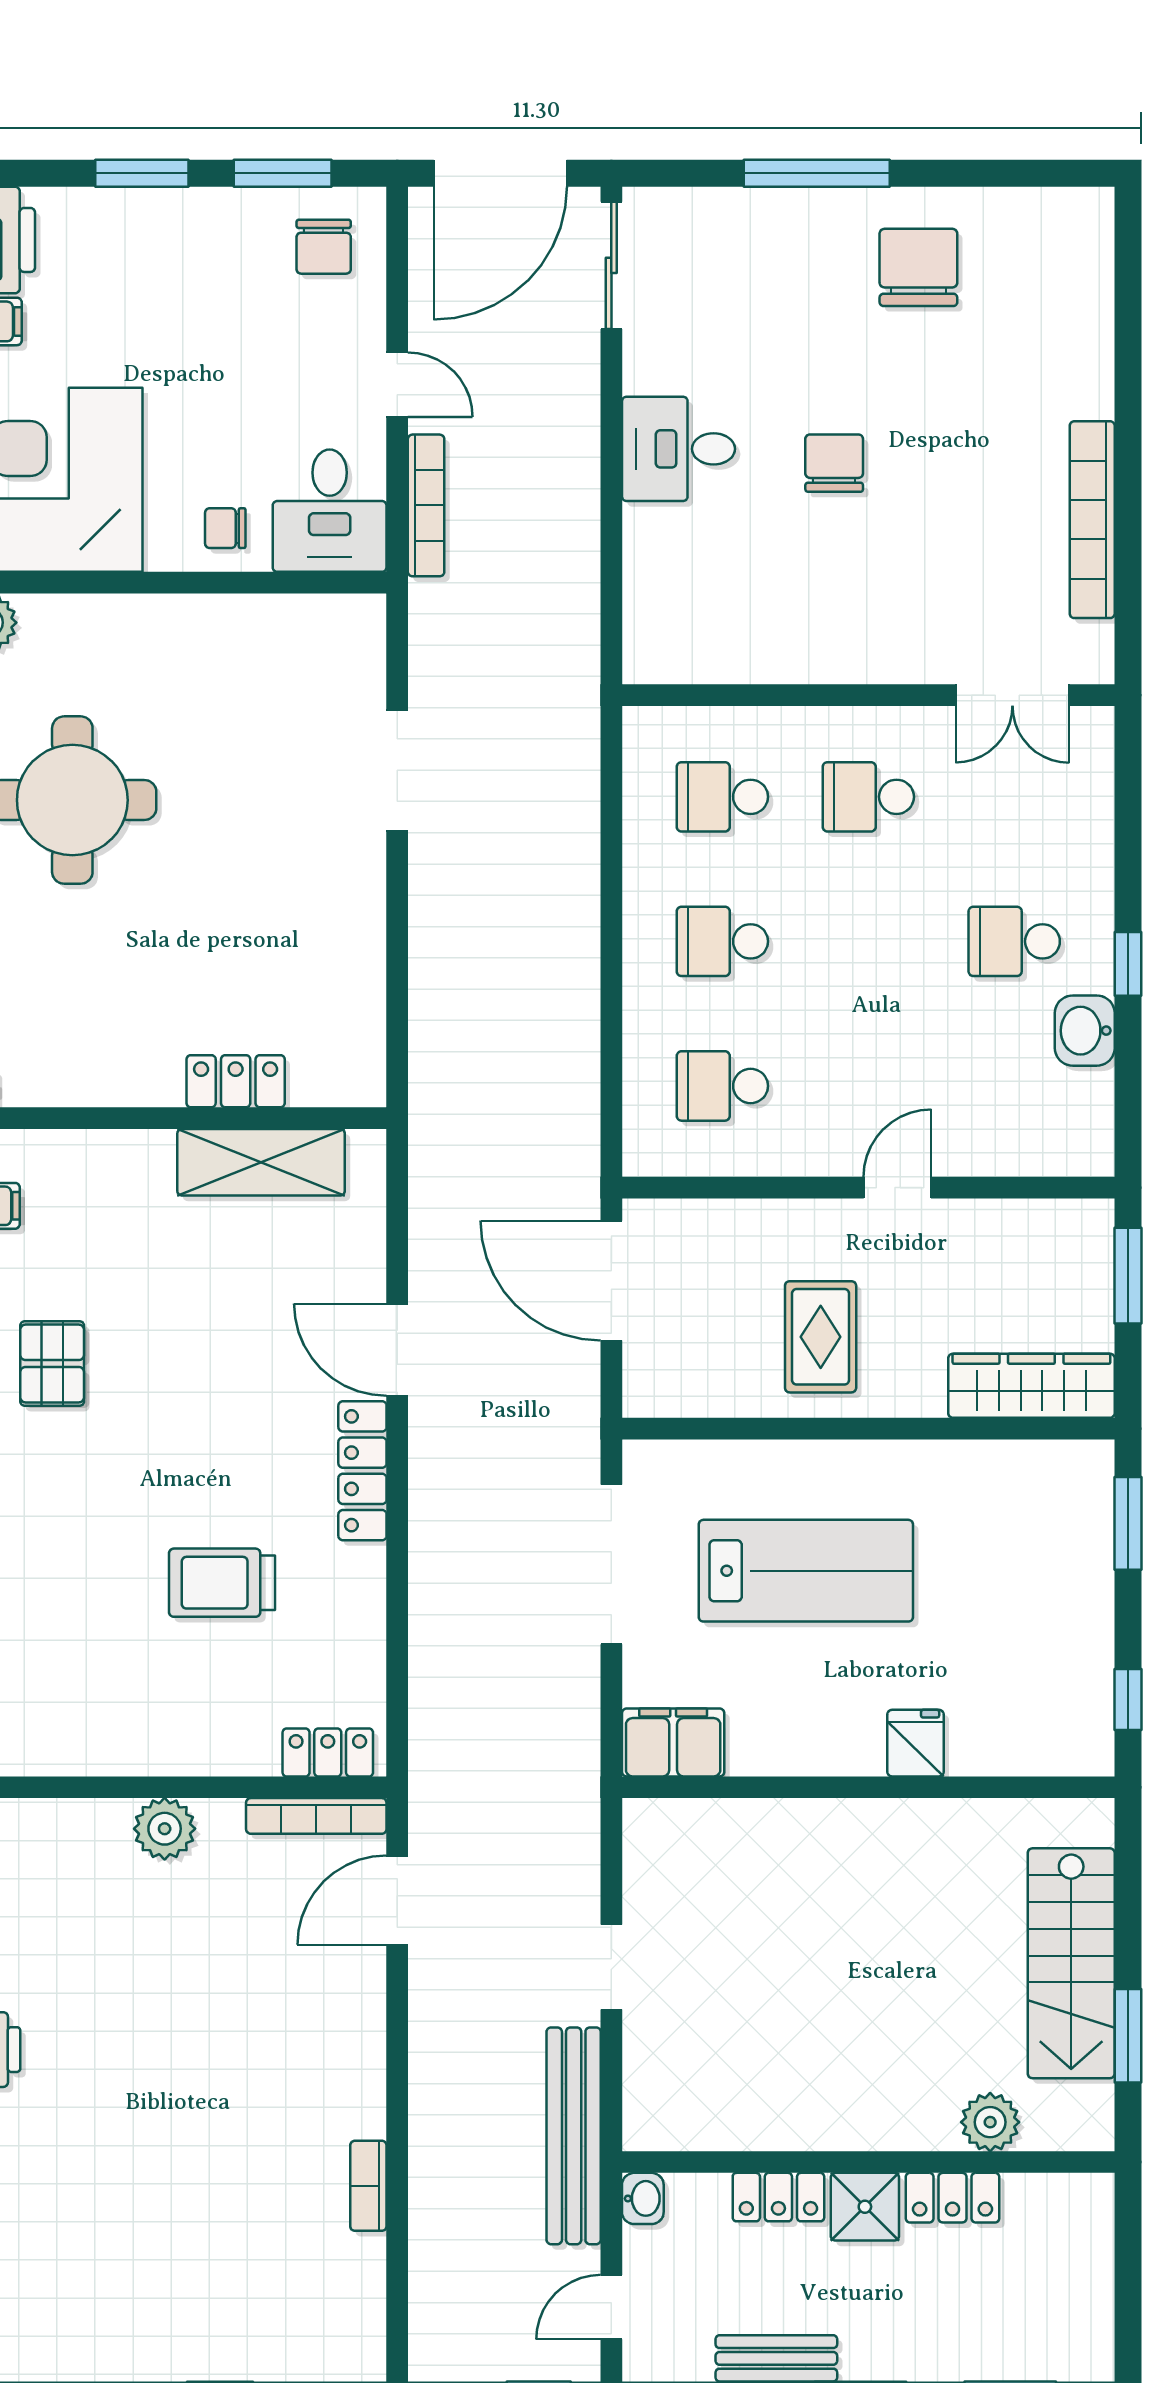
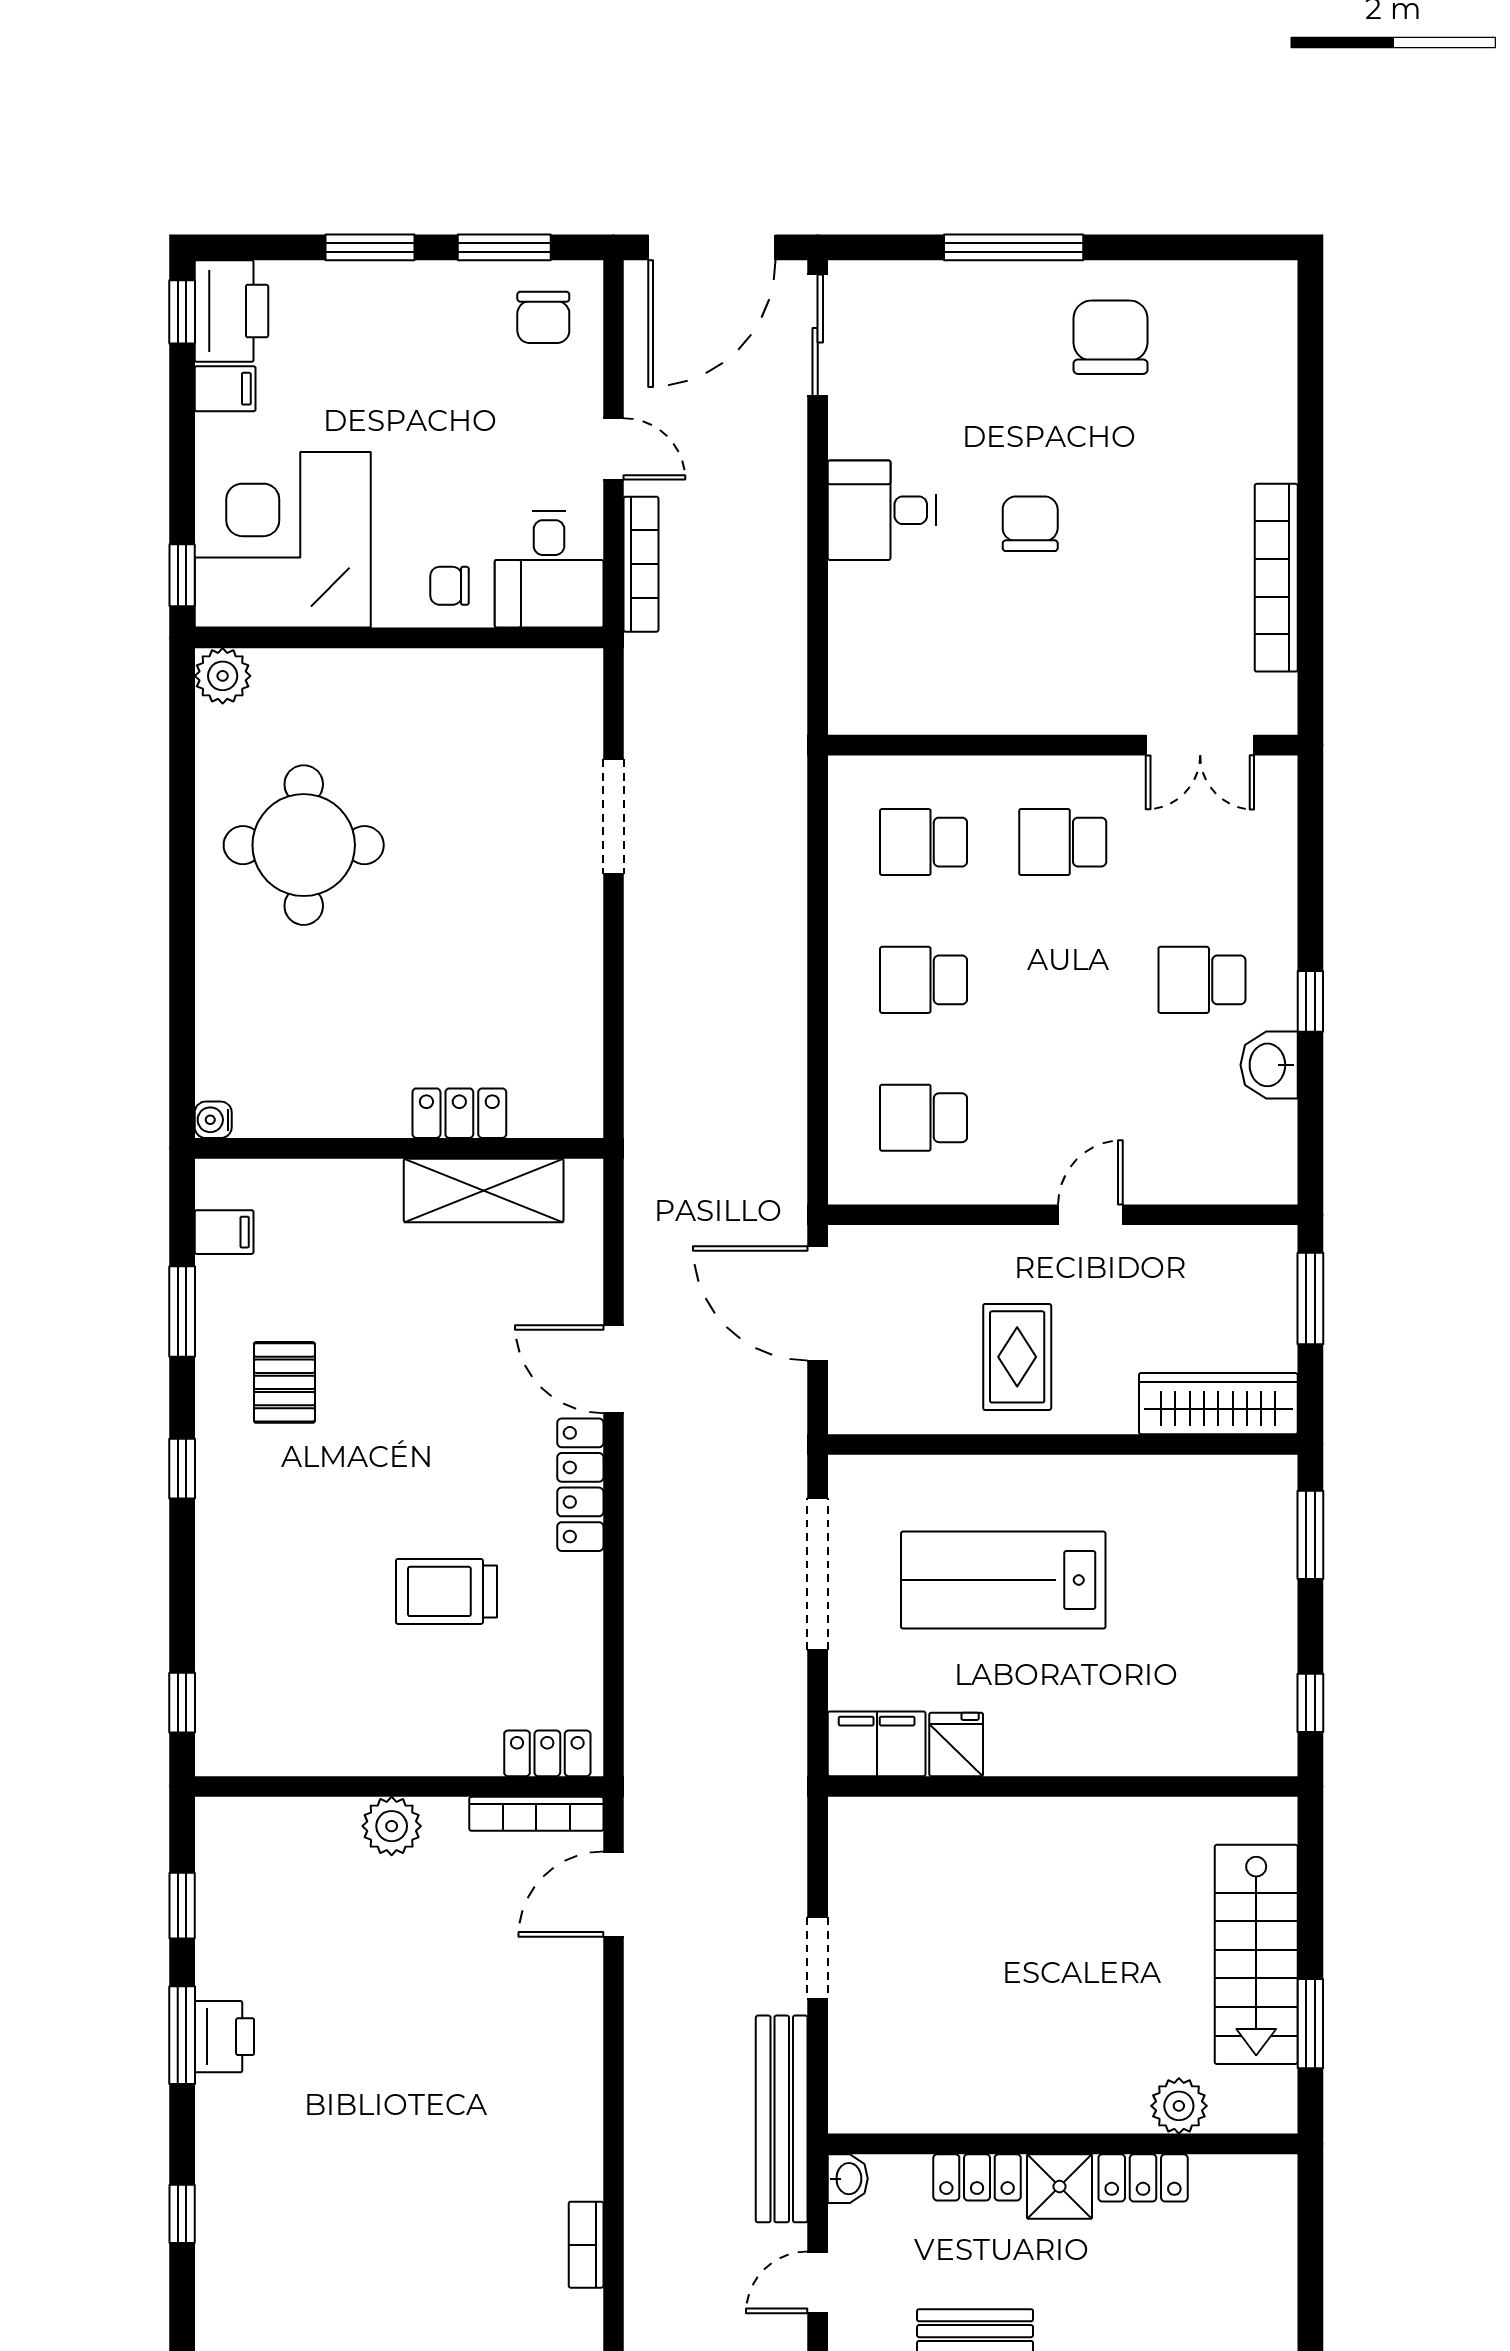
lab bench: (806, 1571) -> (1003, 1580), turned 180
fridge: (916, 1743) -> (956, 1744), moved
bookcase: (368, 2186) -> (586, 2245), moved

